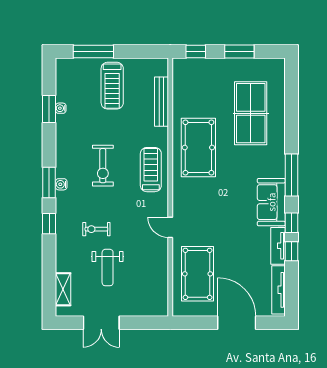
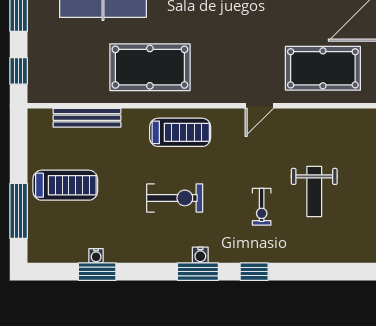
treadmill: (151, 170) -> (180, 132), turned 180
weight bench: (108, 268) -> (314, 191), turned 90
shelving: (63, 289) -> (344, 253), removed

